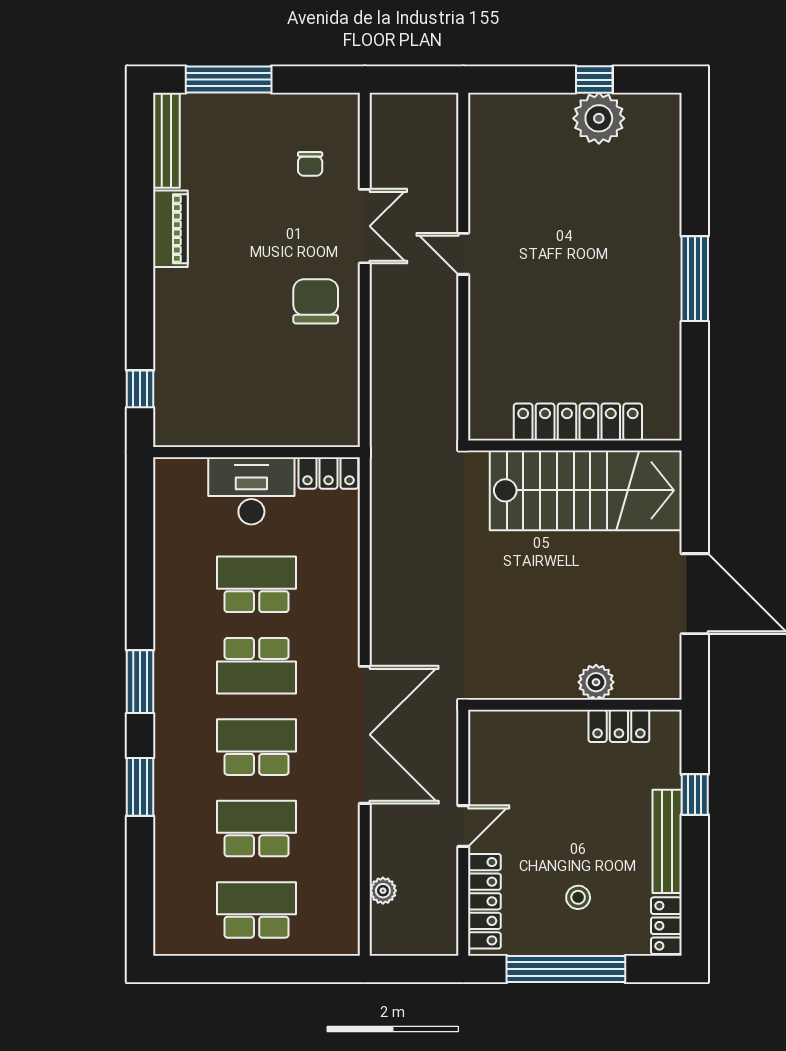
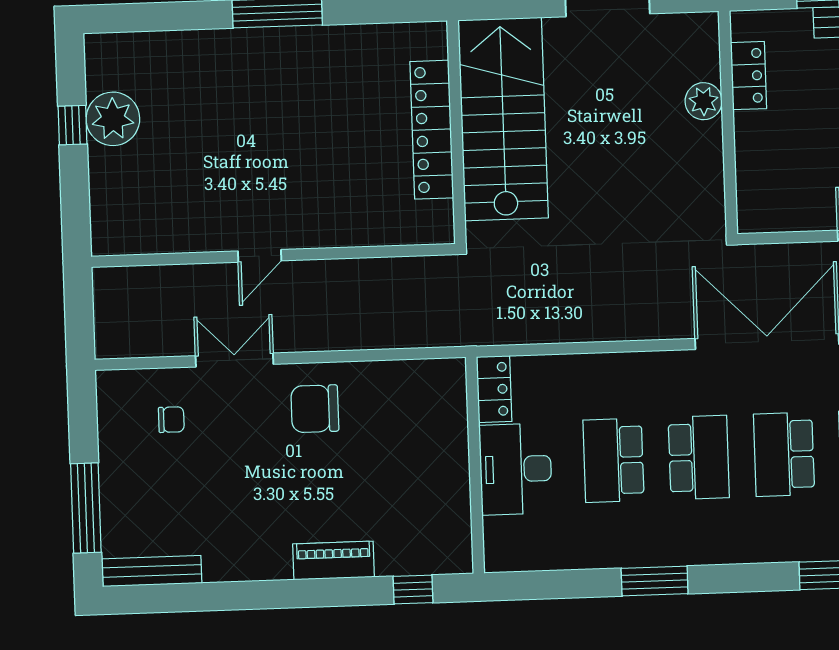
piano: (170, 229) -> (333, 560), moved
window: (140, 682) -> (655, 581), moved

